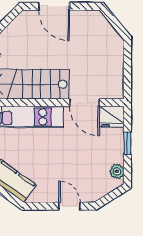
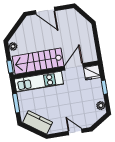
door: (84, 103) -> (74, 67), swing flipped

